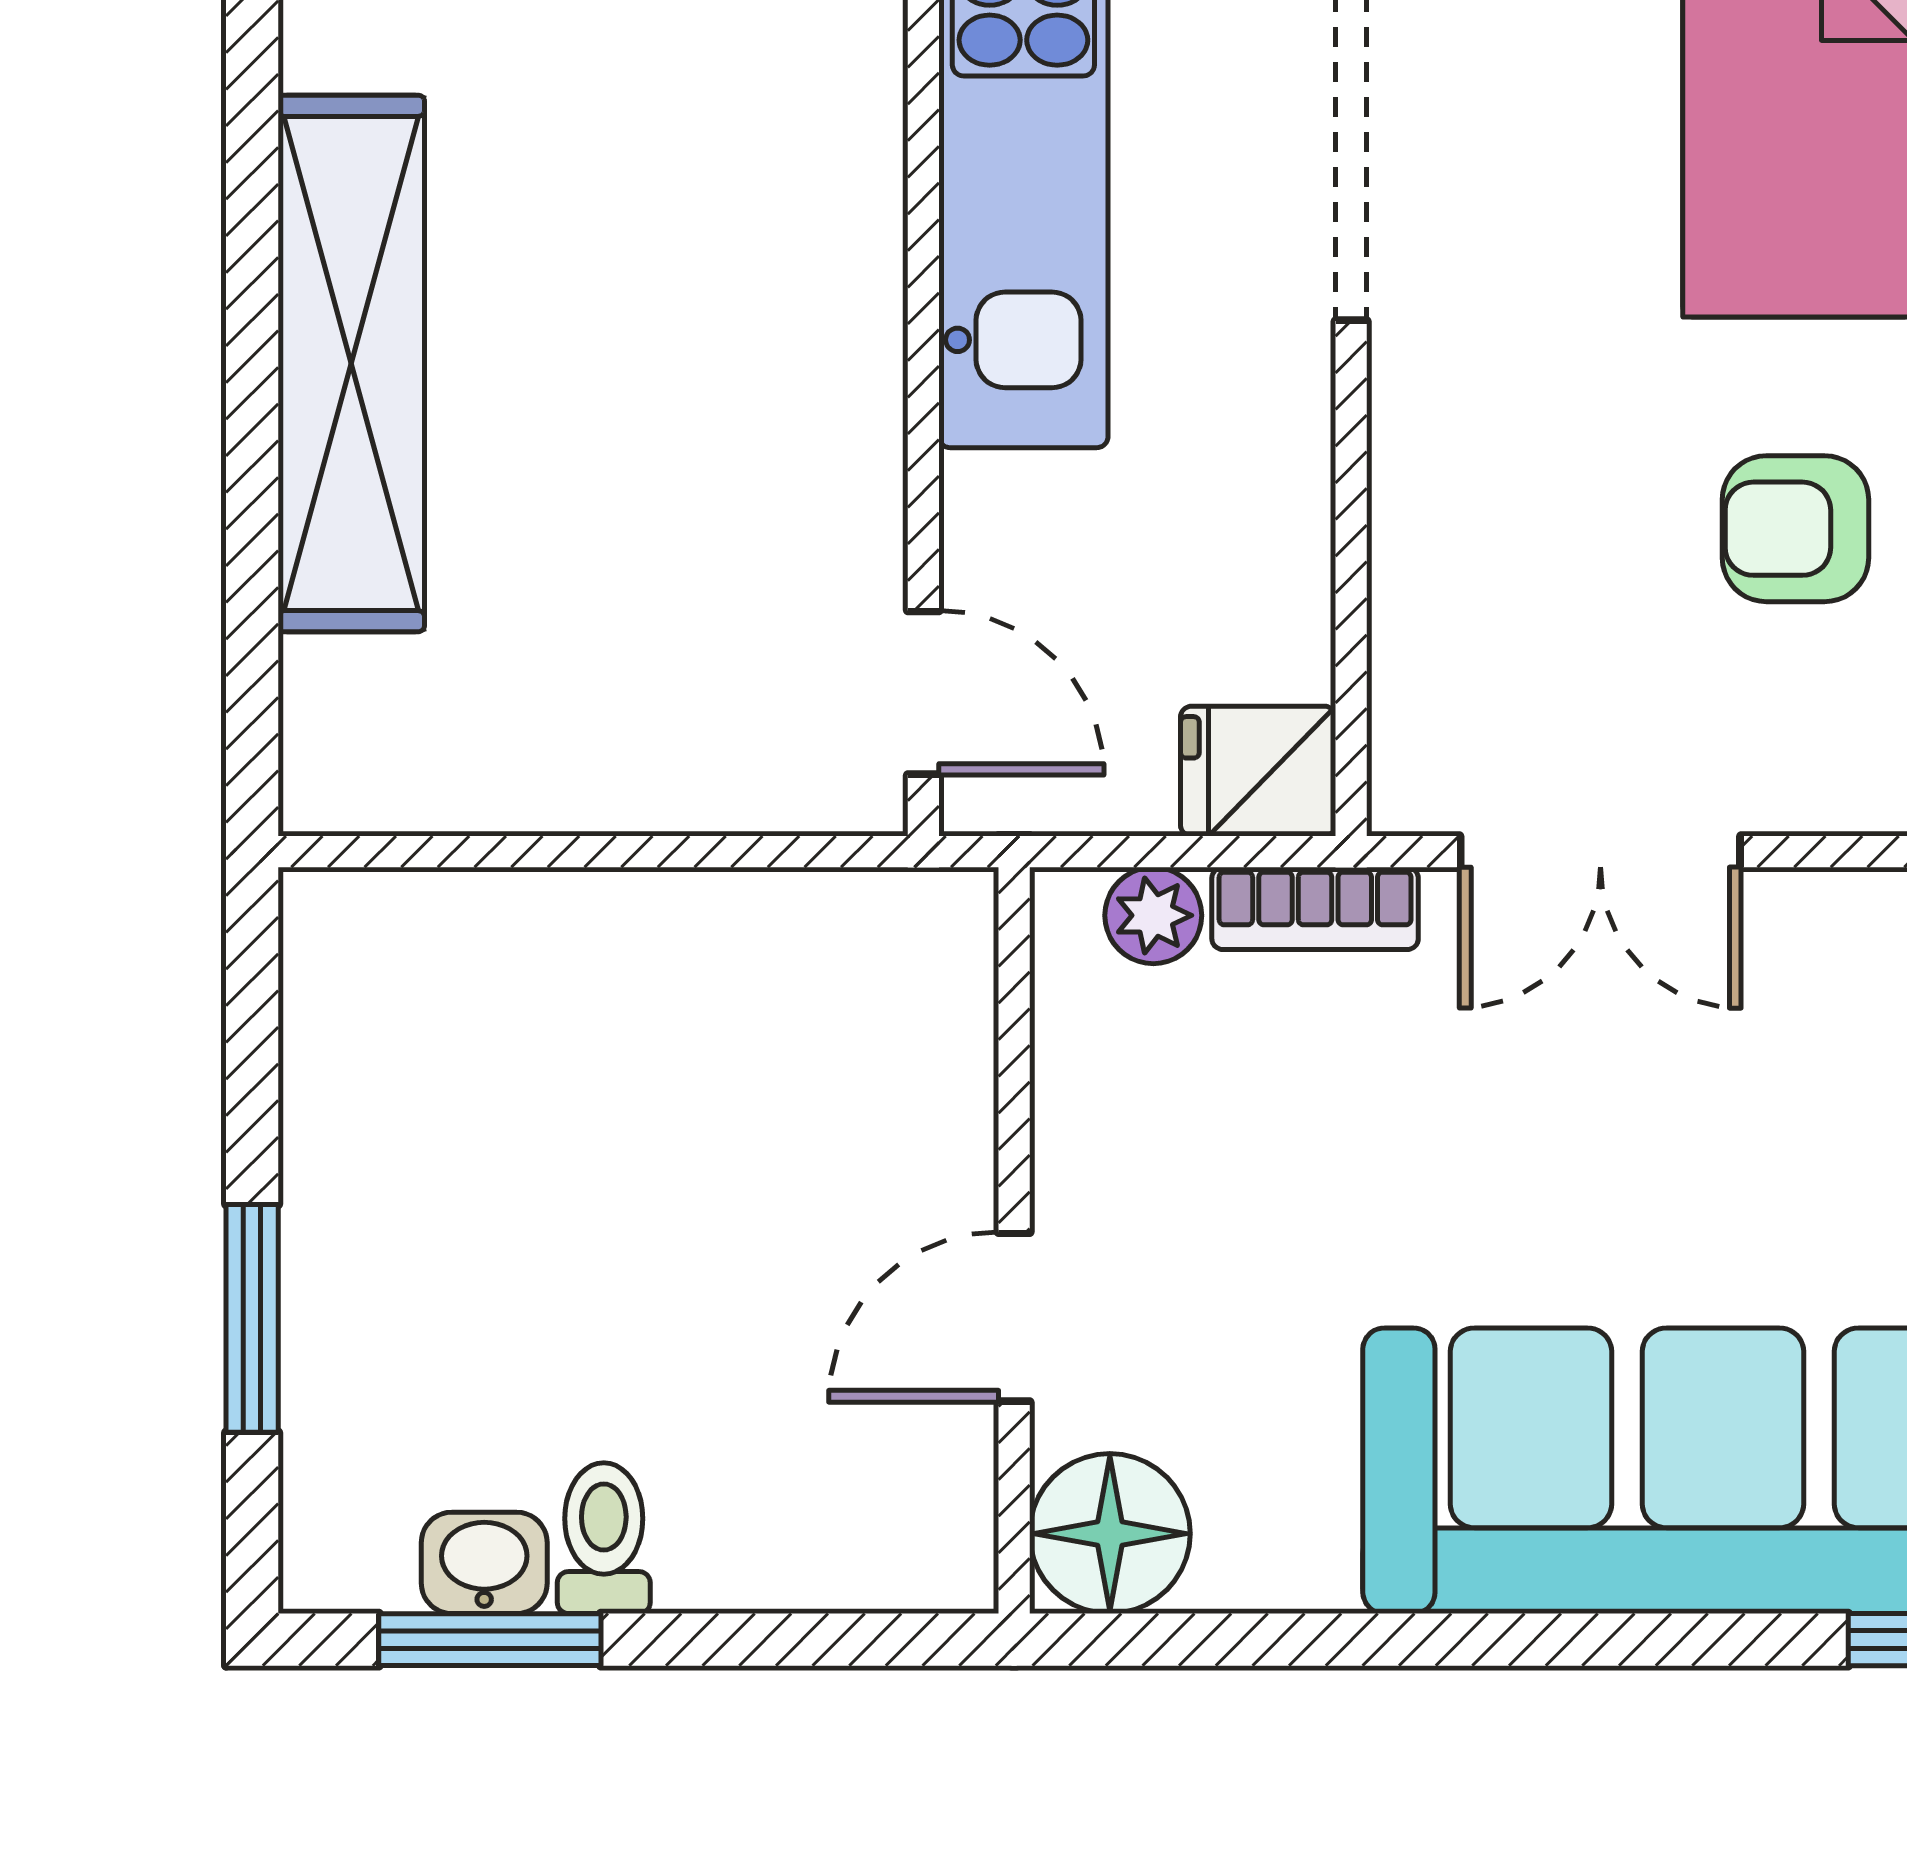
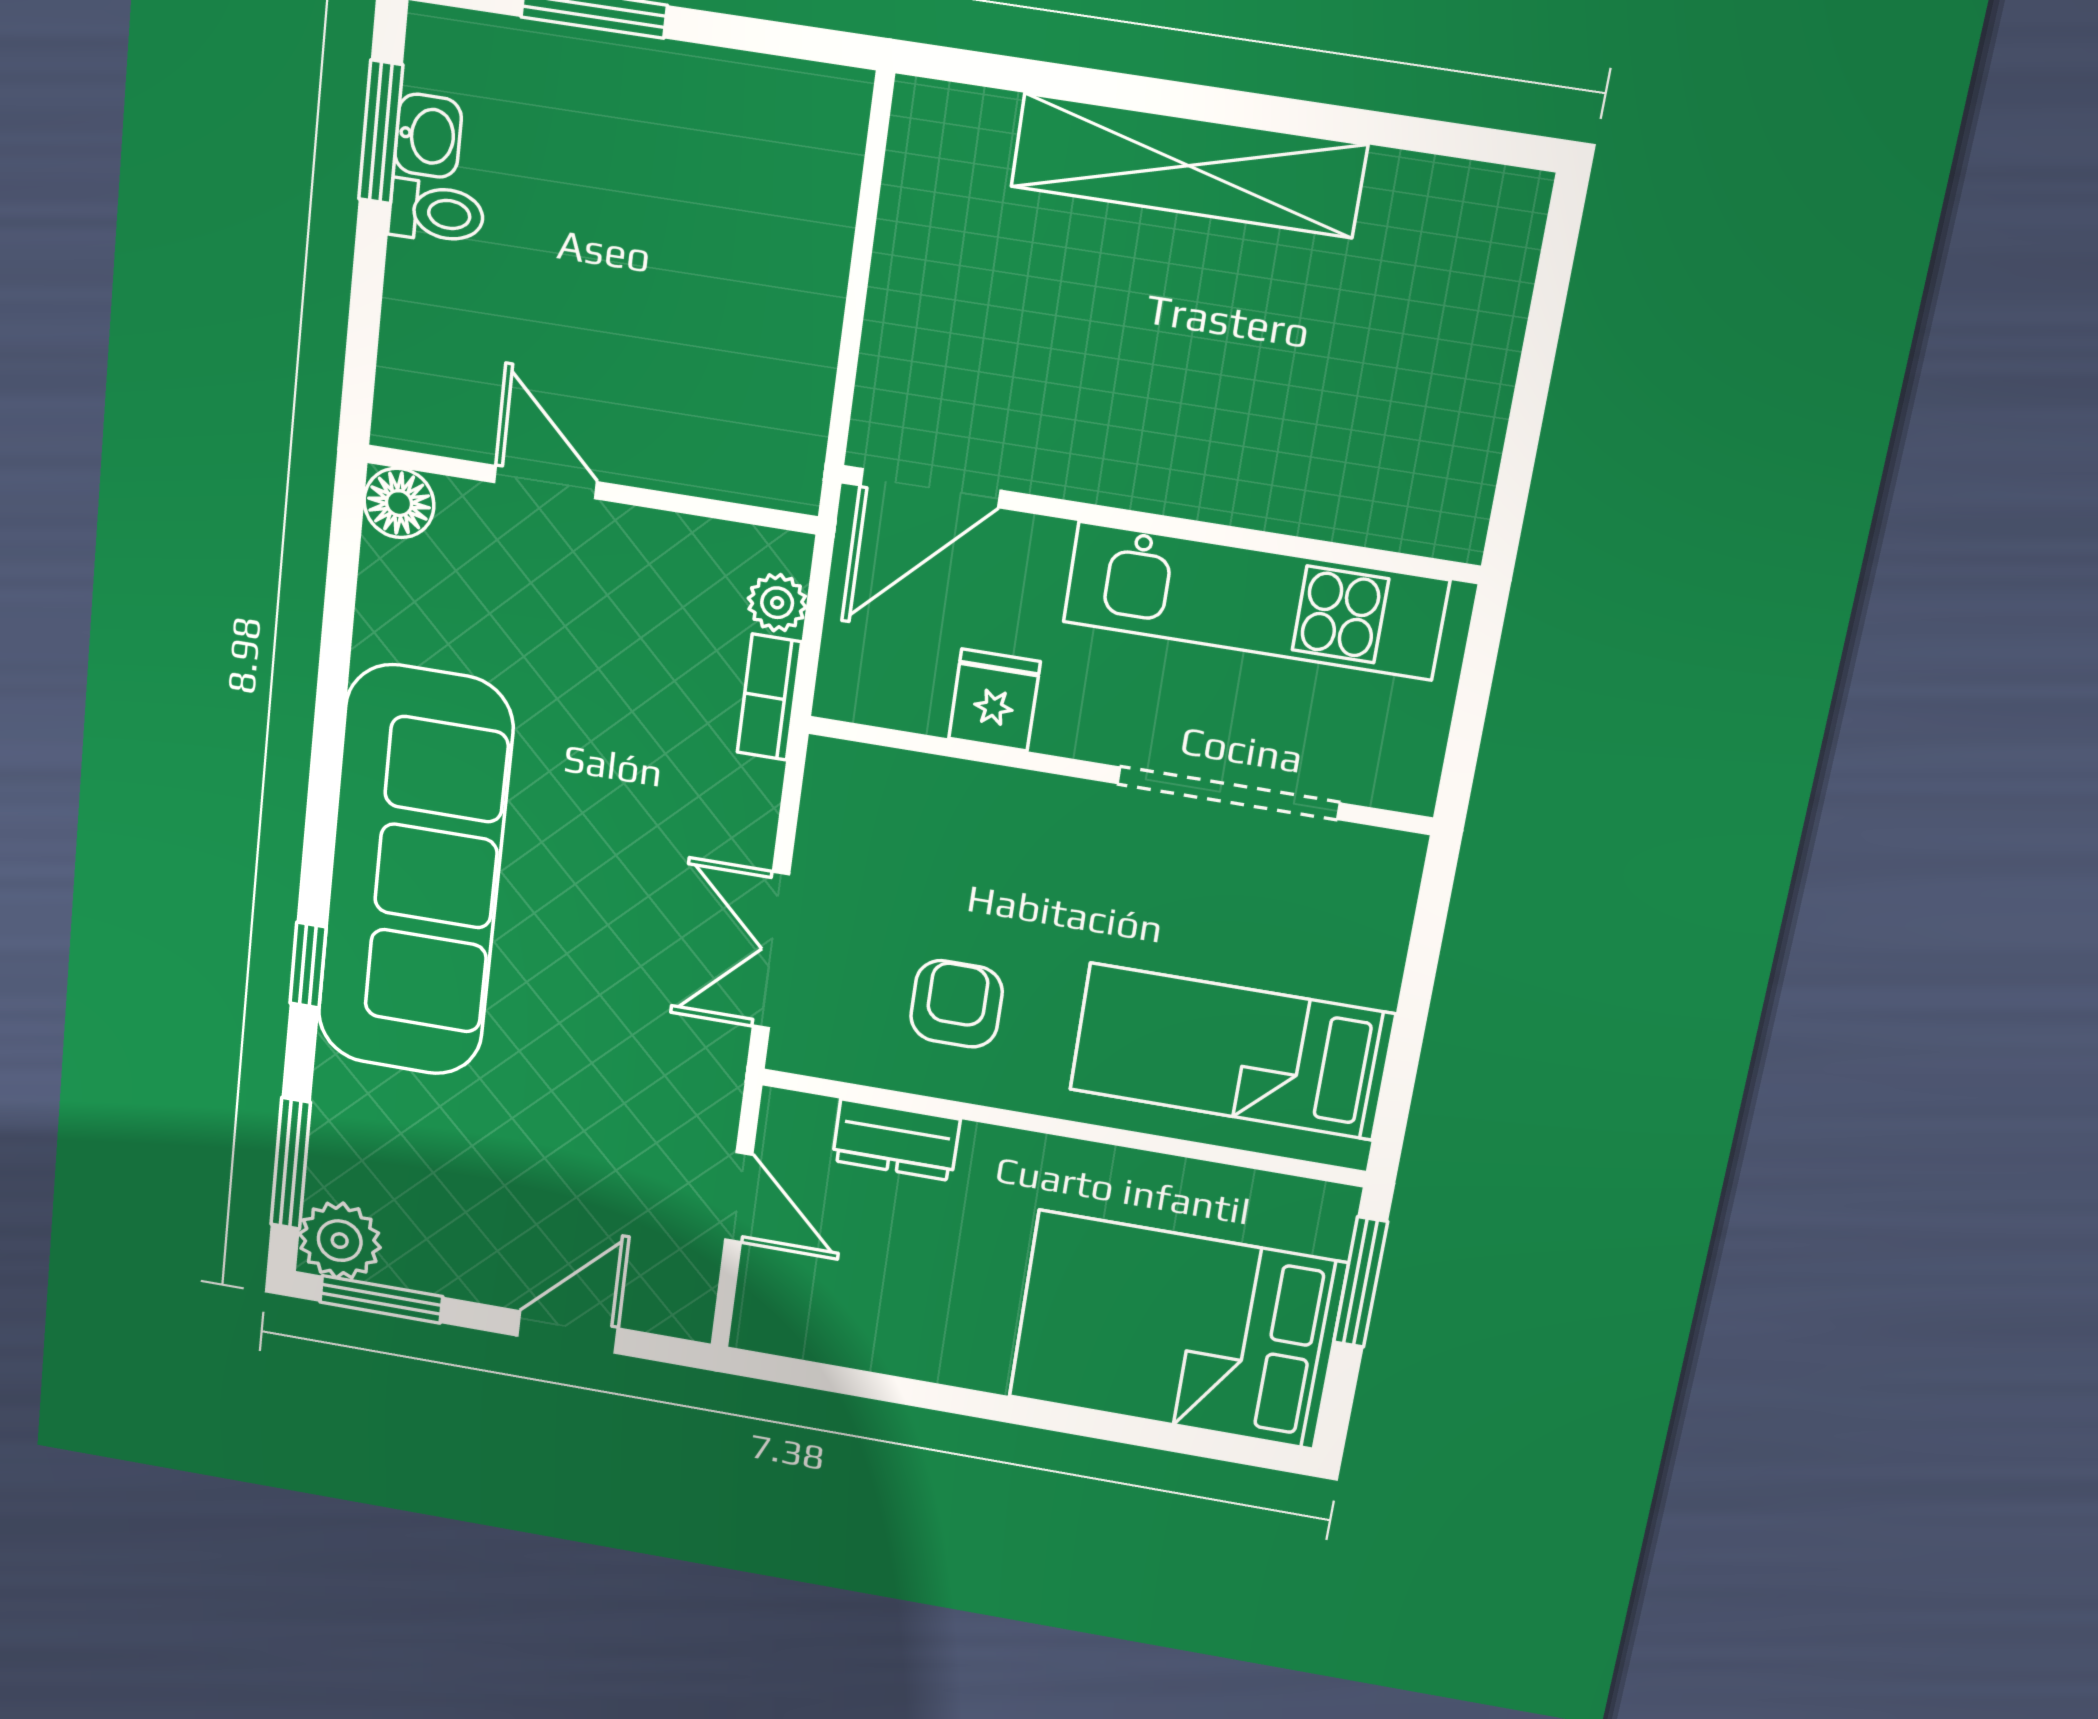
door: (923, 693) -> (930, 488), width x1.38
fridge: (1258, 771) -> (994, 700), moved
double door: (1600, 852) -> (771, 950), moved
floor lamp: (1110, 1534) -> (399, 503), width x0.73, depth x0.73

